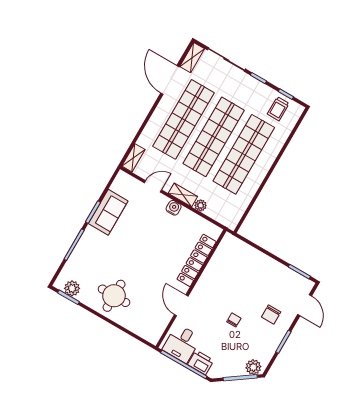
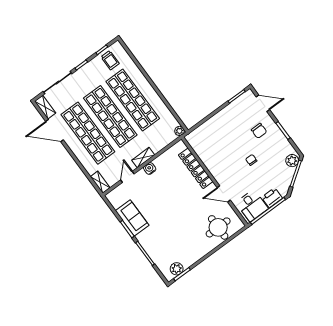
plant: (201, 205) -> (179, 131), moved
round table: (114, 296) -> (218, 227), moved

